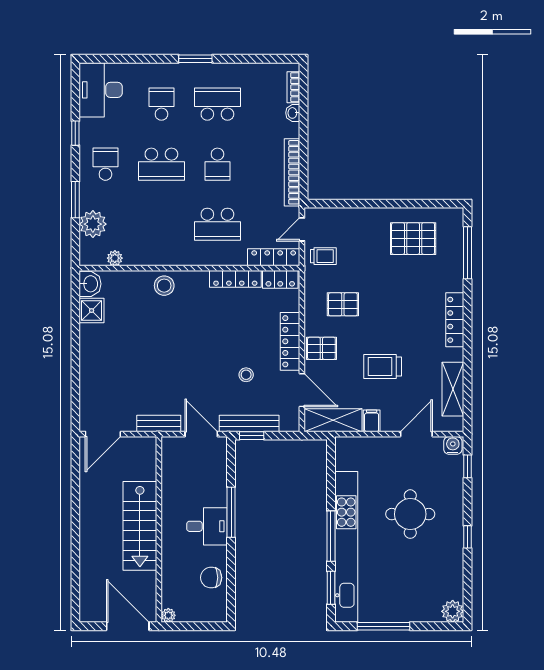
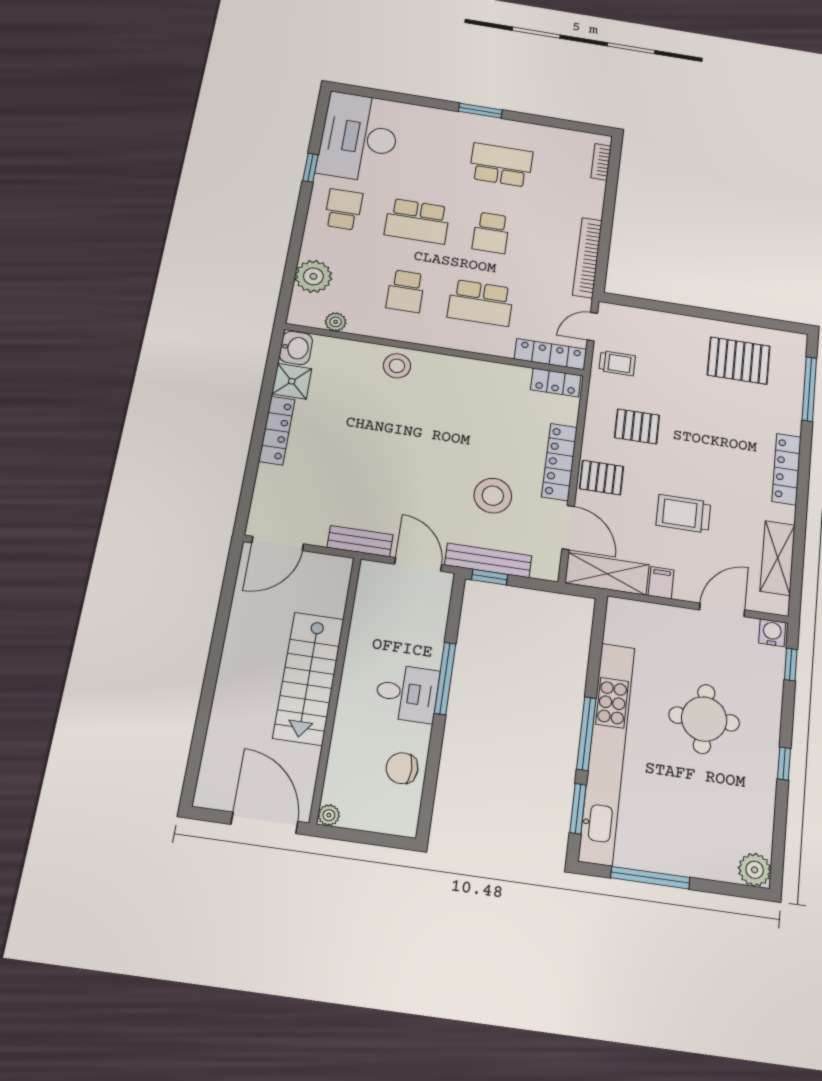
desk: (101, 90) -> (359, 137), width x1.36, depth x1.30
school desk: (161, 104) -> (406, 291), moved, turned 180
washbasin: (293, 113) -> (597, 190), removed
window: (75, 200) -> (296, 244), removed
locker: (235, 279) -> (277, 430), moved, turned -90
stool: (246, 375) -> (493, 496), width x1.89, depth x1.89

